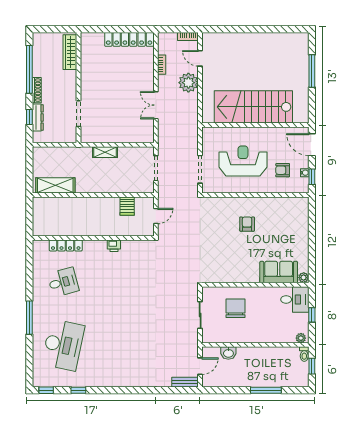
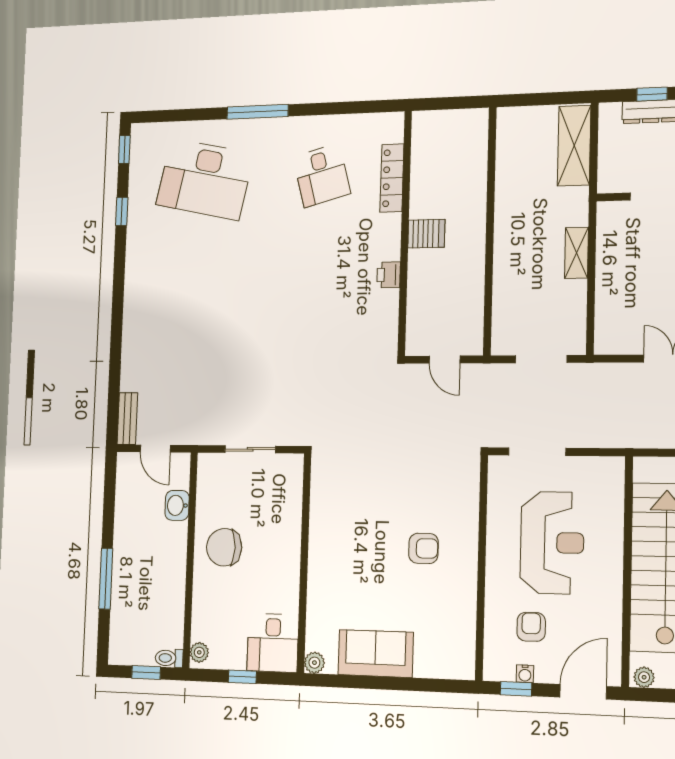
plant: (304, 116) -> (644, 677), added
shelving: (55, 185) -> (574, 146), moved
server rack: (127, 206) -> (426, 234), moved, turned 180
sofa: (279, 272) -> (376, 653), moved, turned -90
chair: (235, 308) -> (224, 547), moved, turned 180

